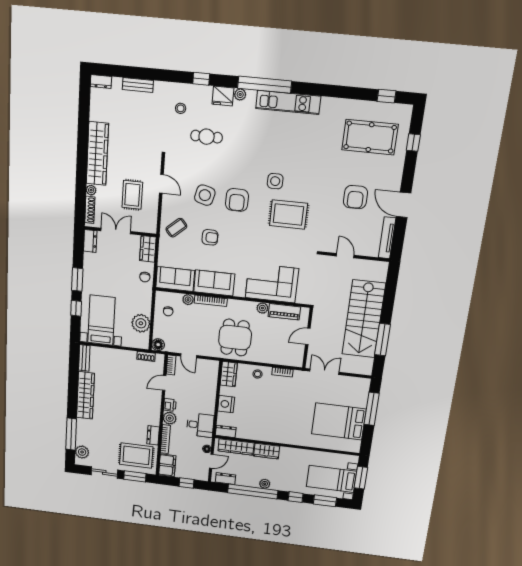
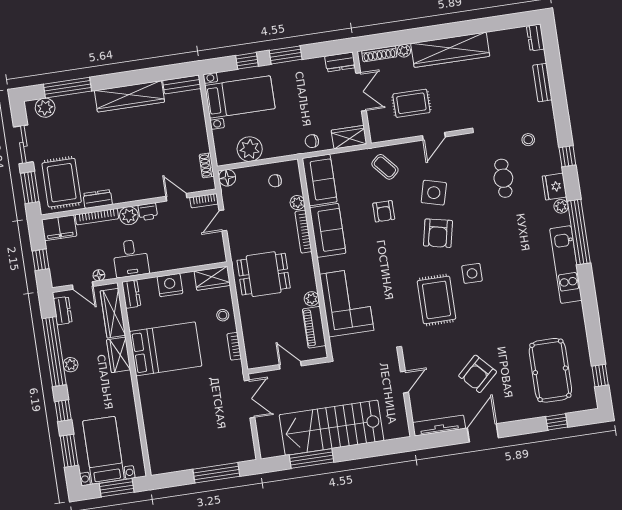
armchair: (355, 197) -> (478, 374), turned -43
armchair: (237, 200) -> (438, 233), turned -78
bed: (339, 421) -> (166, 349), moved, turned 90

